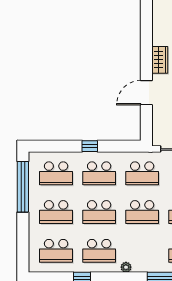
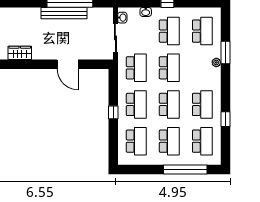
wardrobe: (160, 60) -> (20, 53), moved
window: (23, 187) -> (185, 169), moved
plant: (126, 267) -> (216, 62), moved

